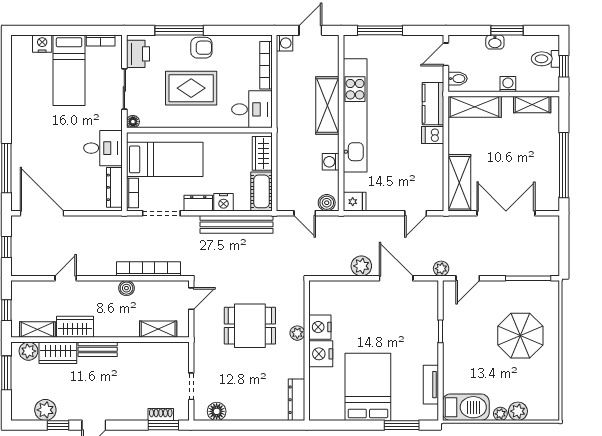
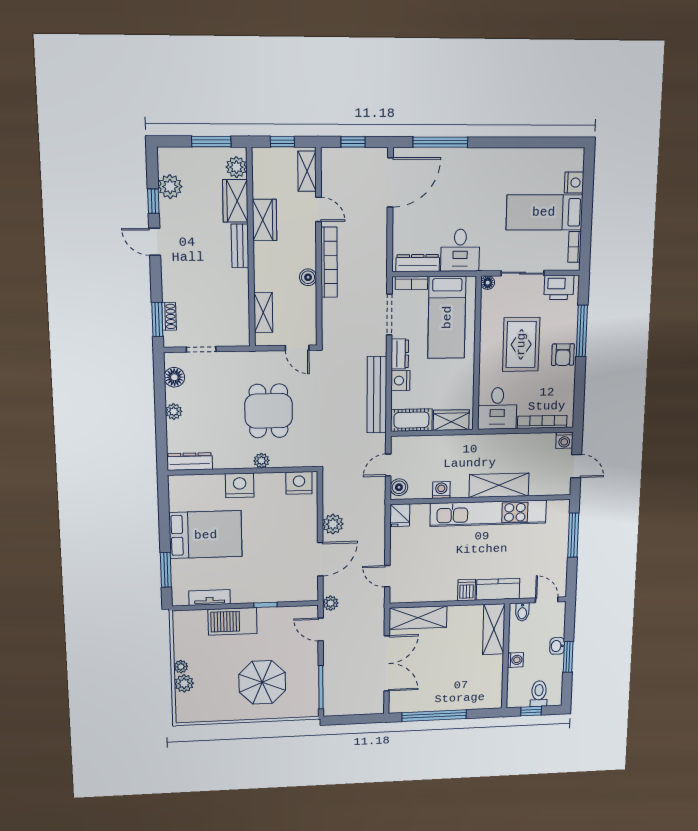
shelving: (532, 105) -> (495, 684), removed
bookcase: (148, 269) -> (329, 262), moved
nightstand: (320, 327) -> (299, 483), moved
shelving: (37, 330) -> (307, 171), moved
barbecue: (466, 407) -> (232, 621), moved, turned 90
plant: (249, 413) -> (174, 411), added

